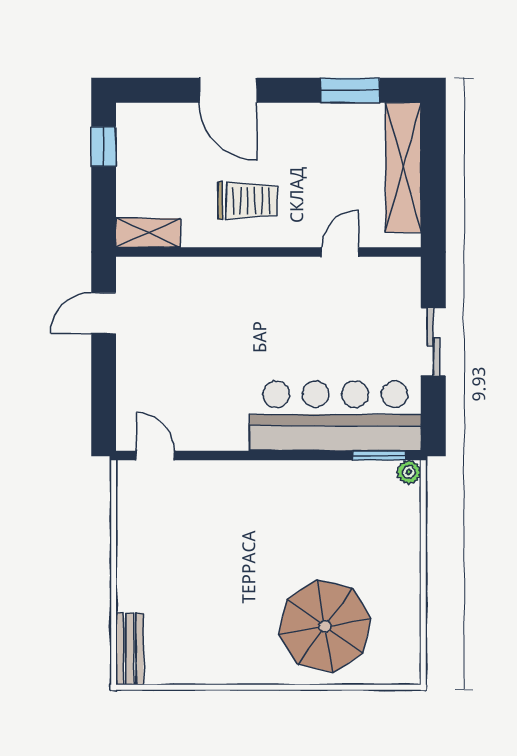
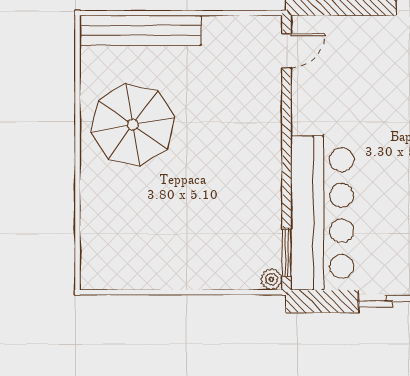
parasol: (325, 626) -> (133, 125), moved
bench: (130, 649) -> (140, 30), width x1.86, depth x1.21

